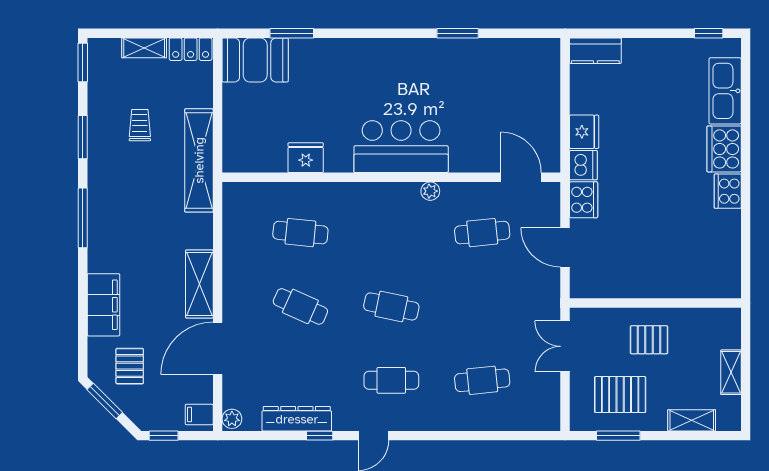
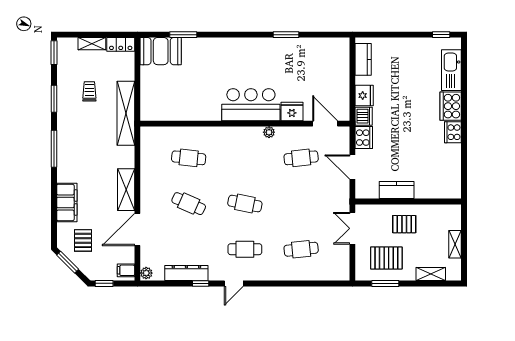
kitchen counter: (595, 51) -> (363, 59), moved, turned -90
fridge: (306, 158) -> (292, 111), moved
kitchen counter: (637, 285) -> (397, 190), added

